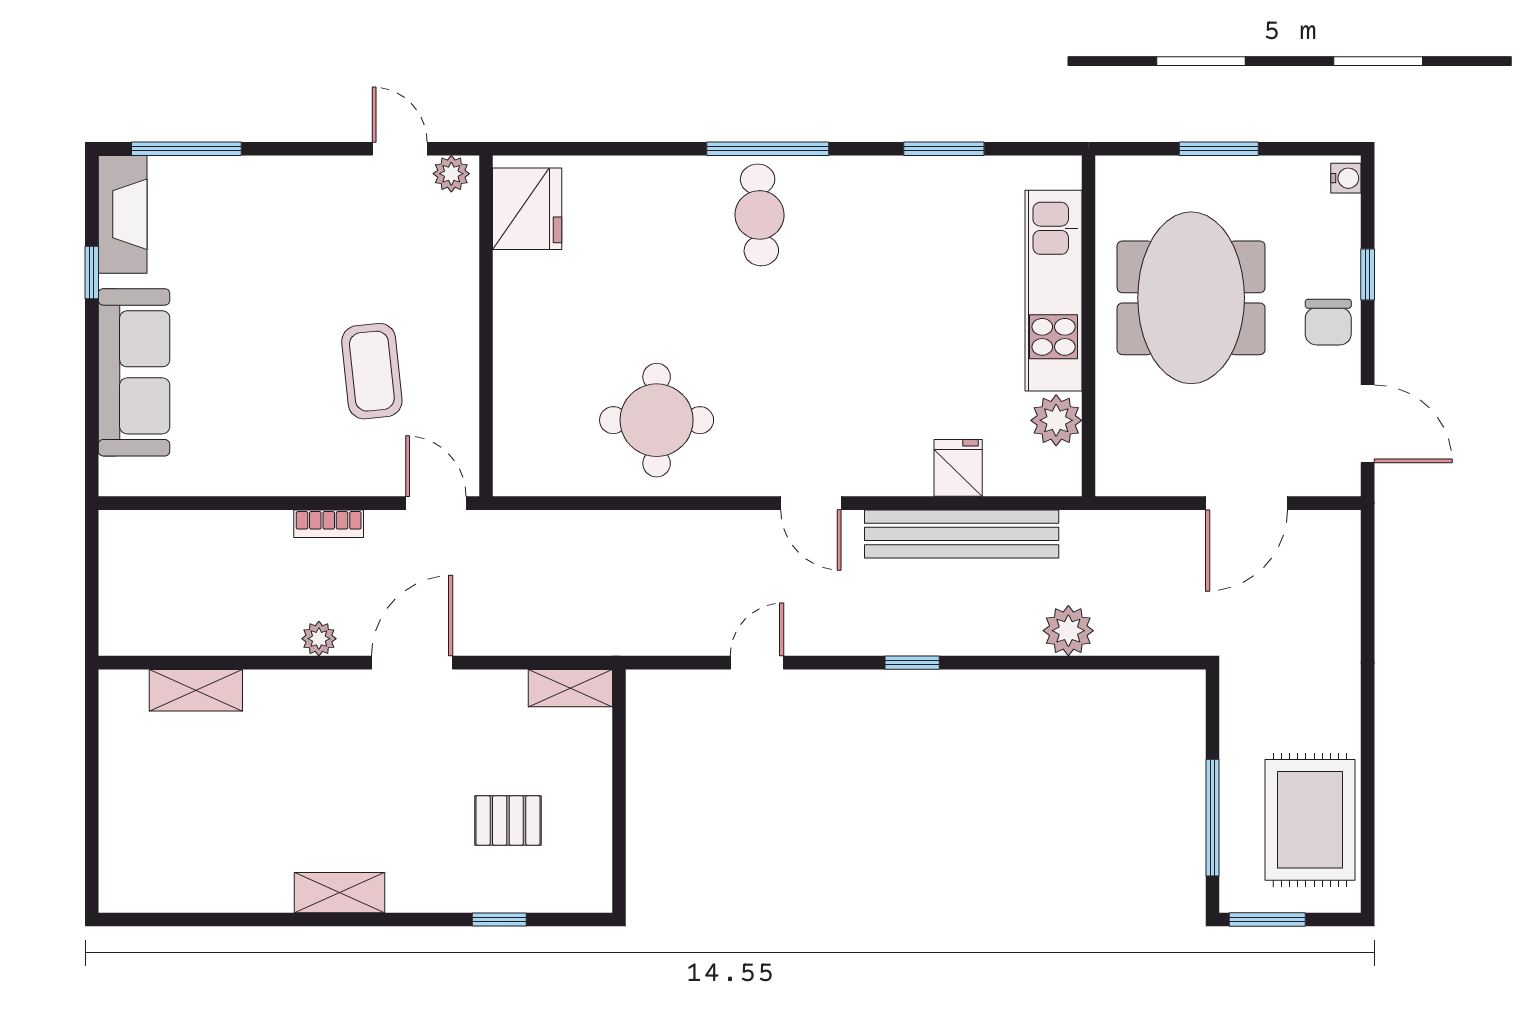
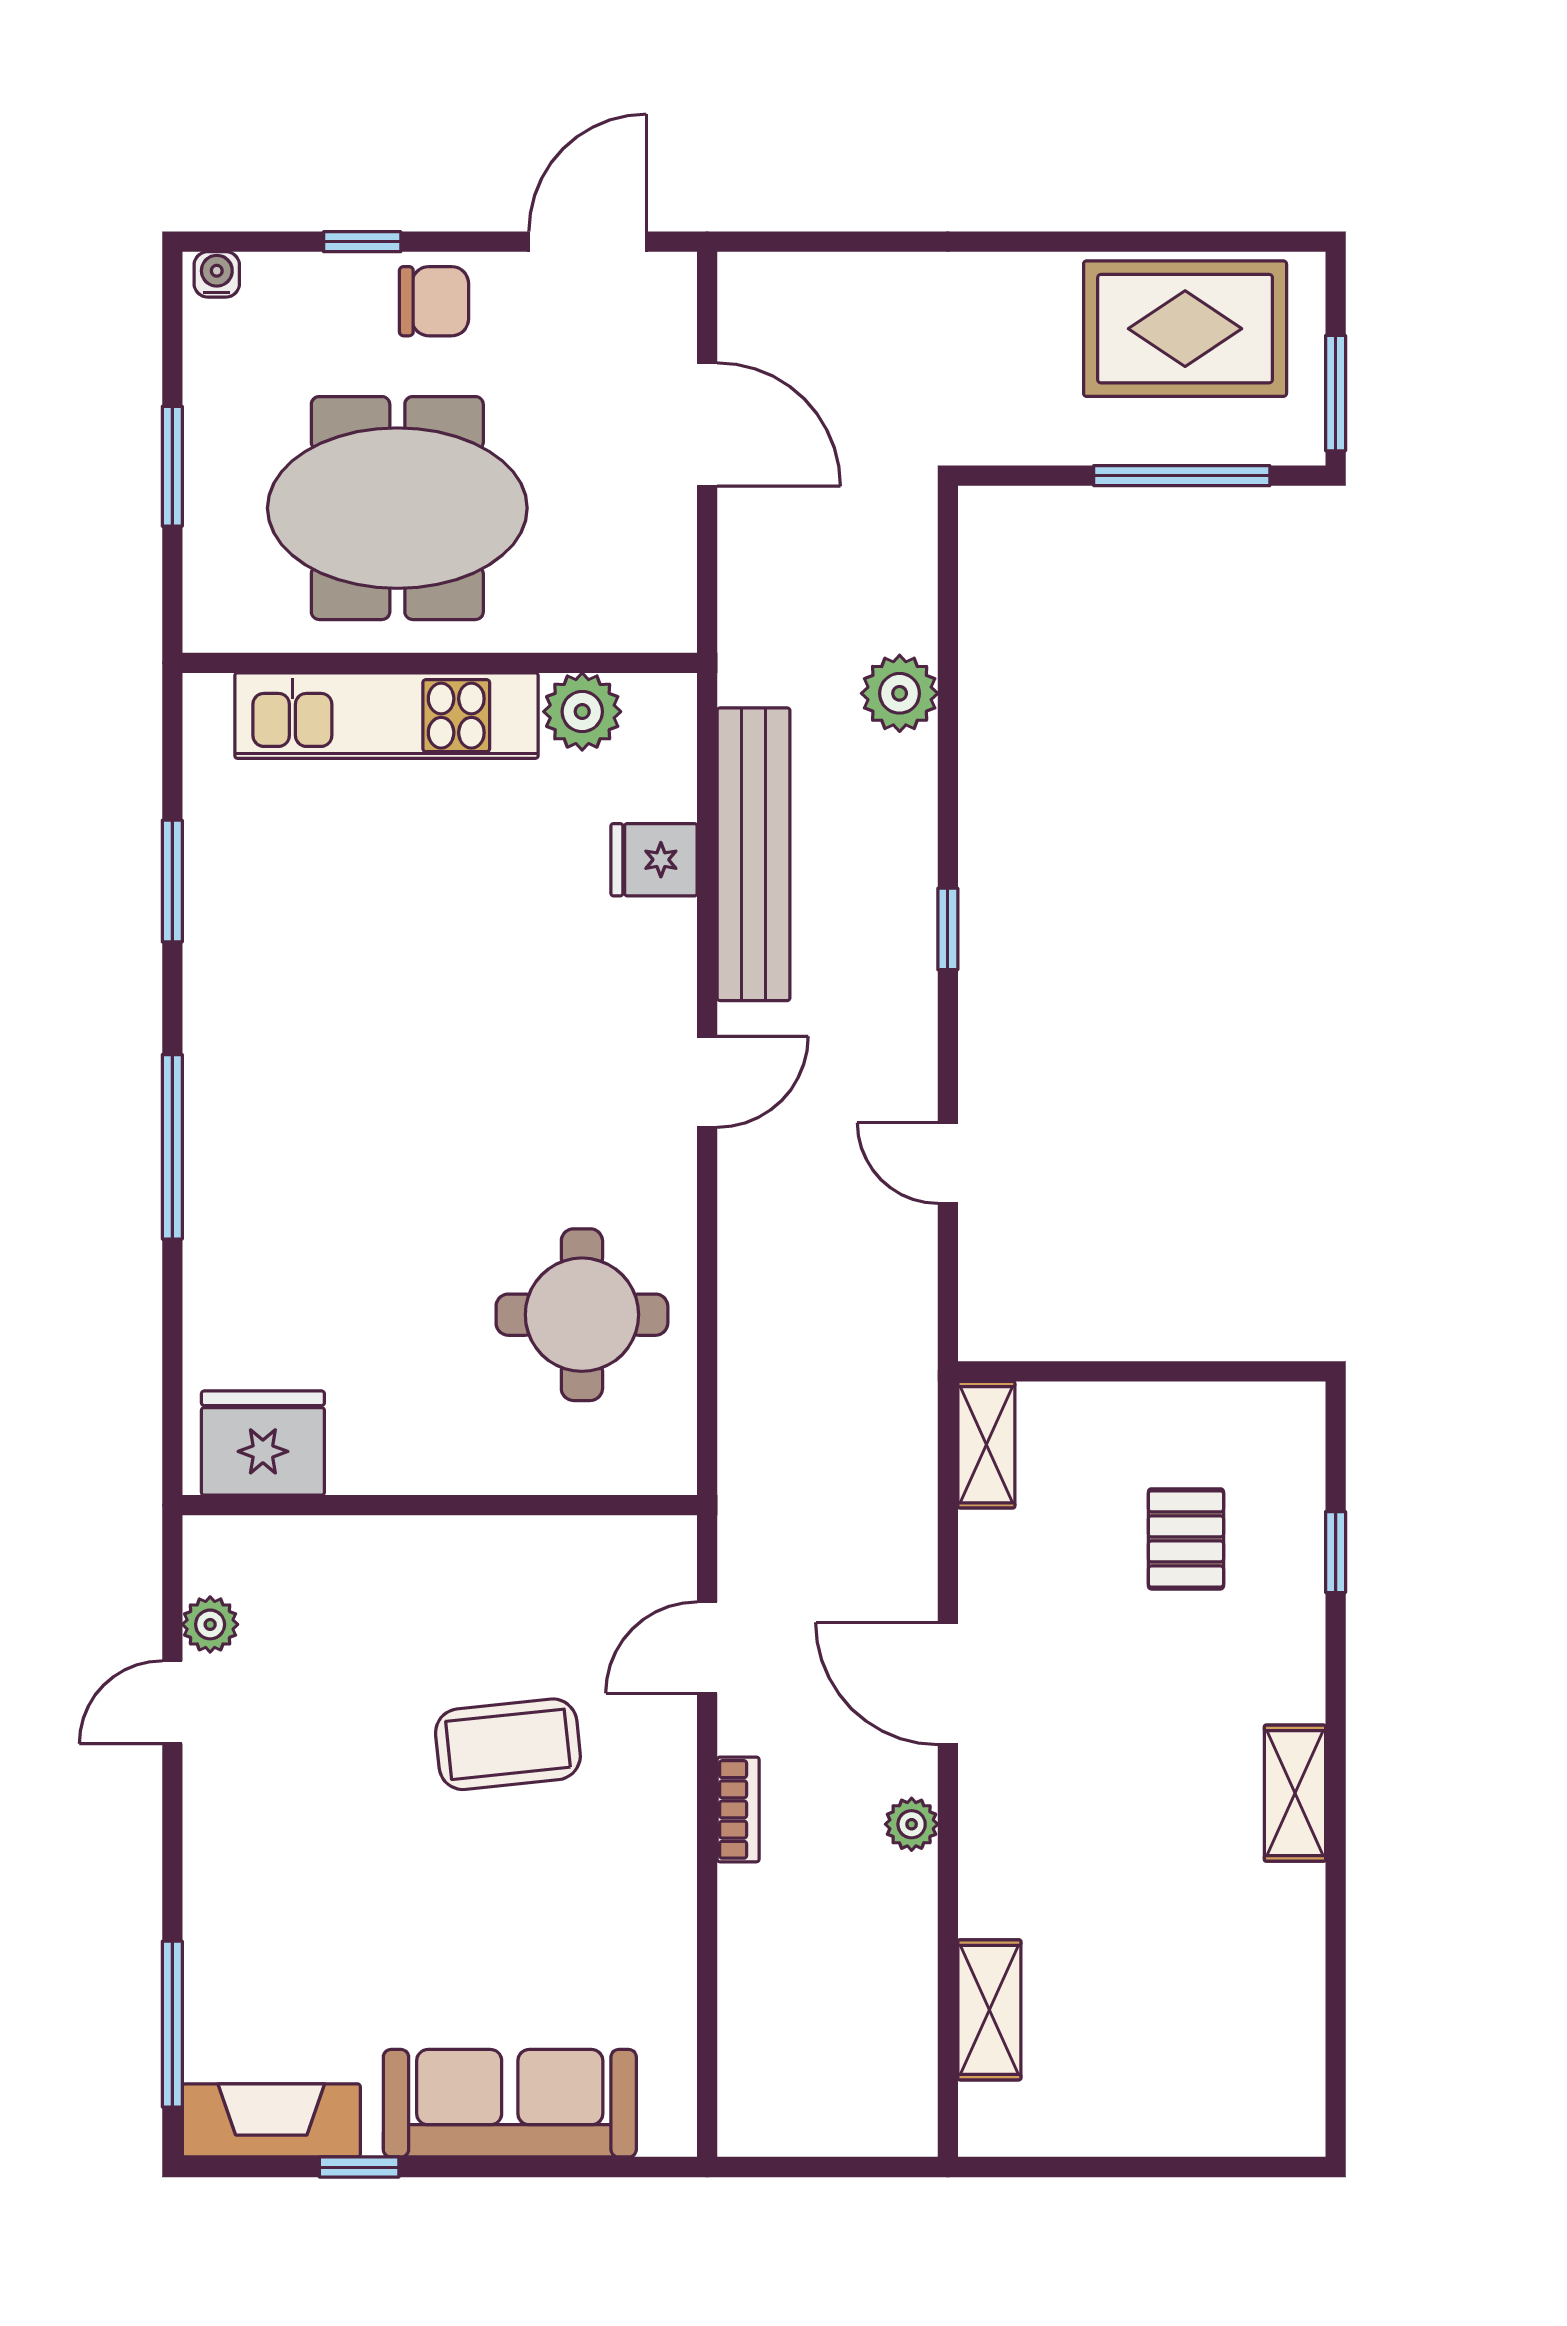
fridge: (527, 209) -> (263, 1443), moved
cafe table: (759, 215) -> (272, 1159), removed
wall: (486, 326) -> (440, 1505), moved

